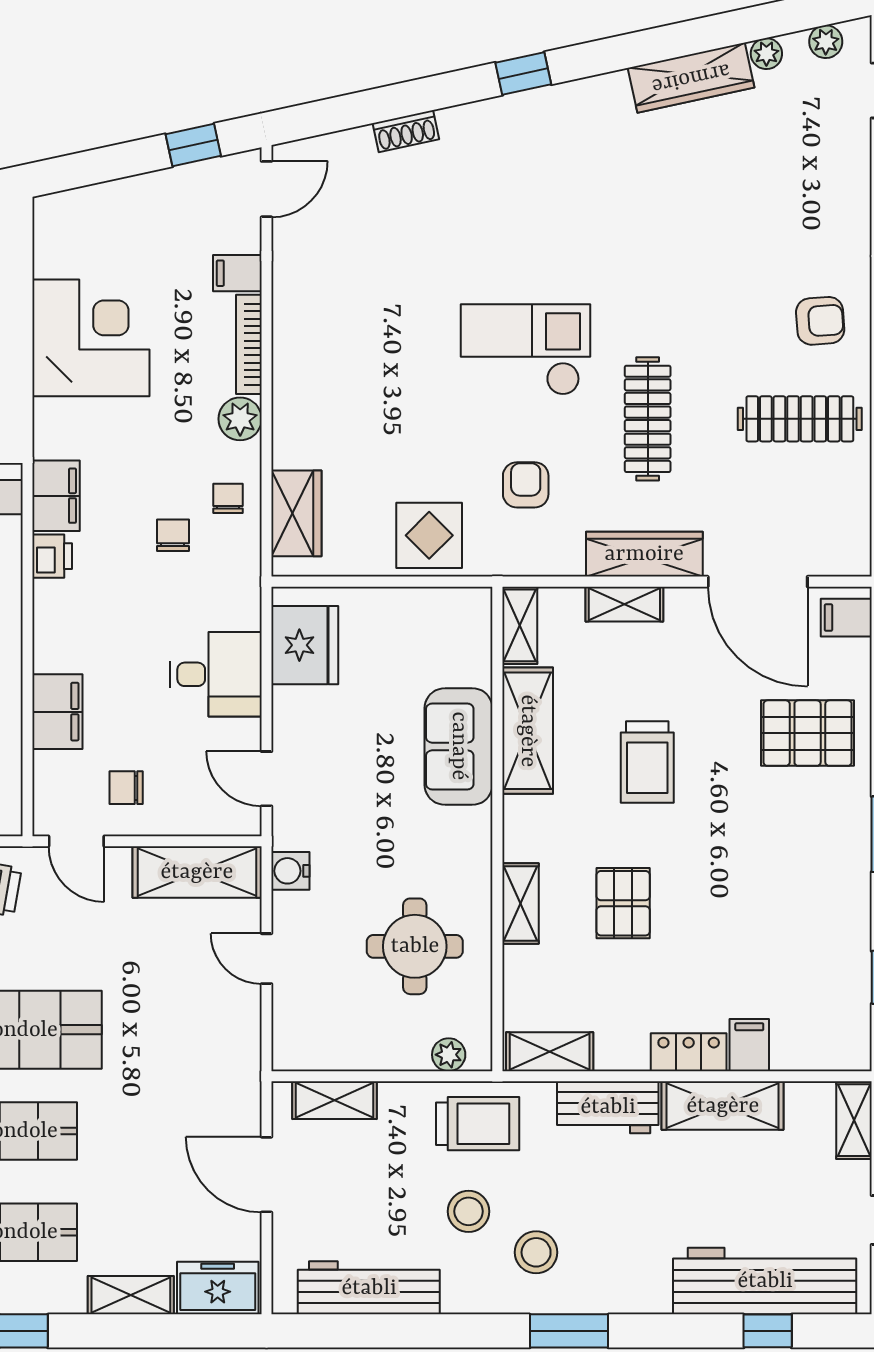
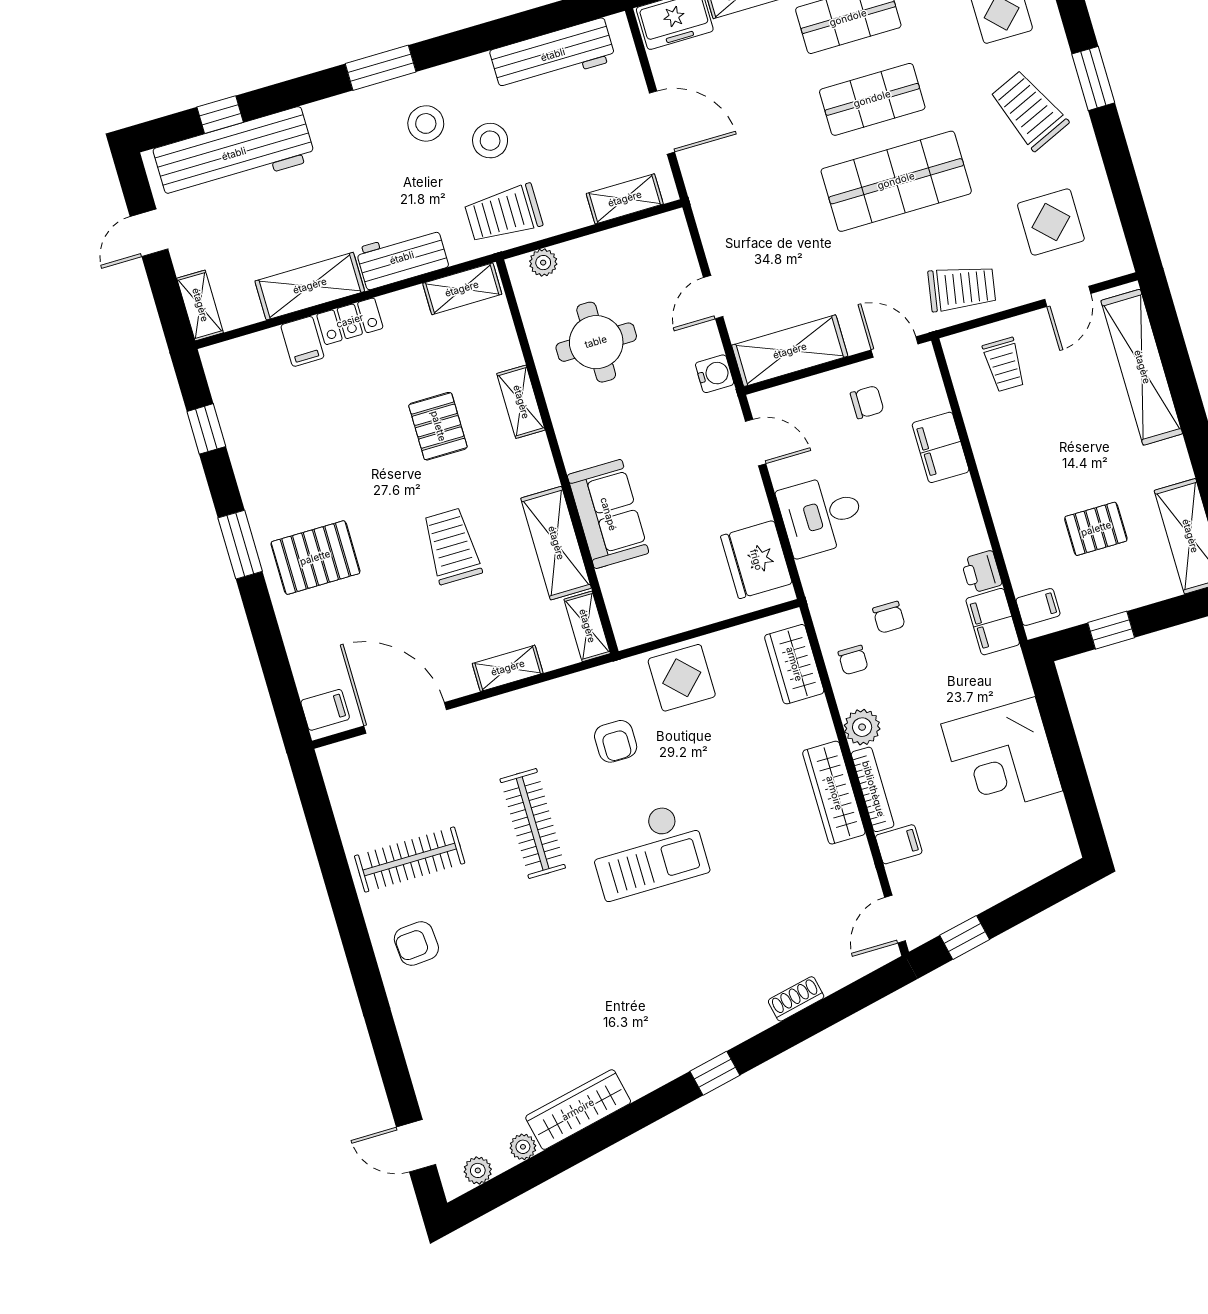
wardrobe: (644, 554) -> (834, 793), moved, turned 90
pallet: (808, 733) -> (315, 558), moved
door: (267, 959) -> (713, 297), swing flipped

